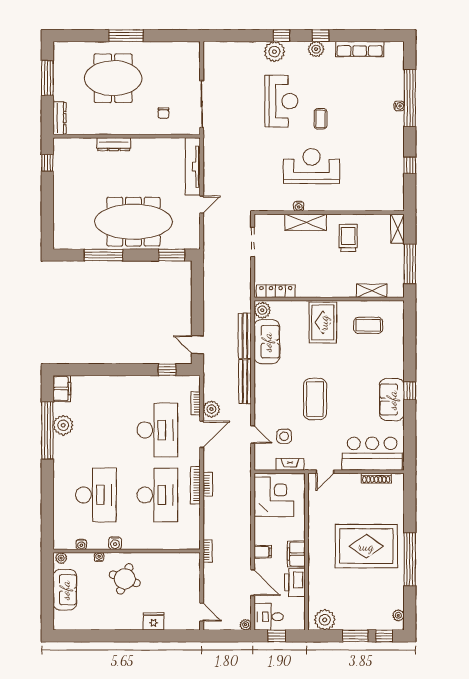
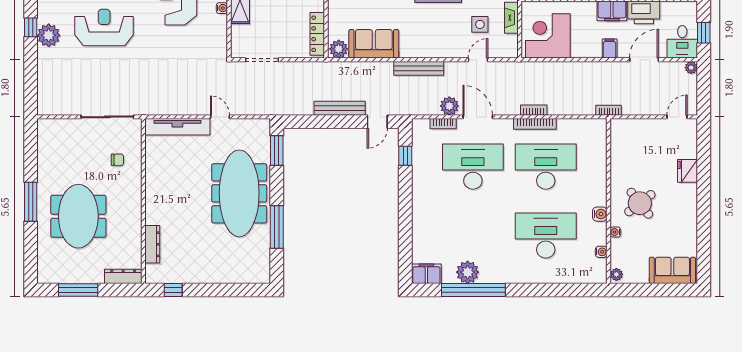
dresser: (114, 144) -> (152, 244), moved
bench: (245, 336) -> (340, 108), moved
round table: (125, 579) -> (640, 203), turned 32
sofa: (65, 590) -> (672, 270), moved

